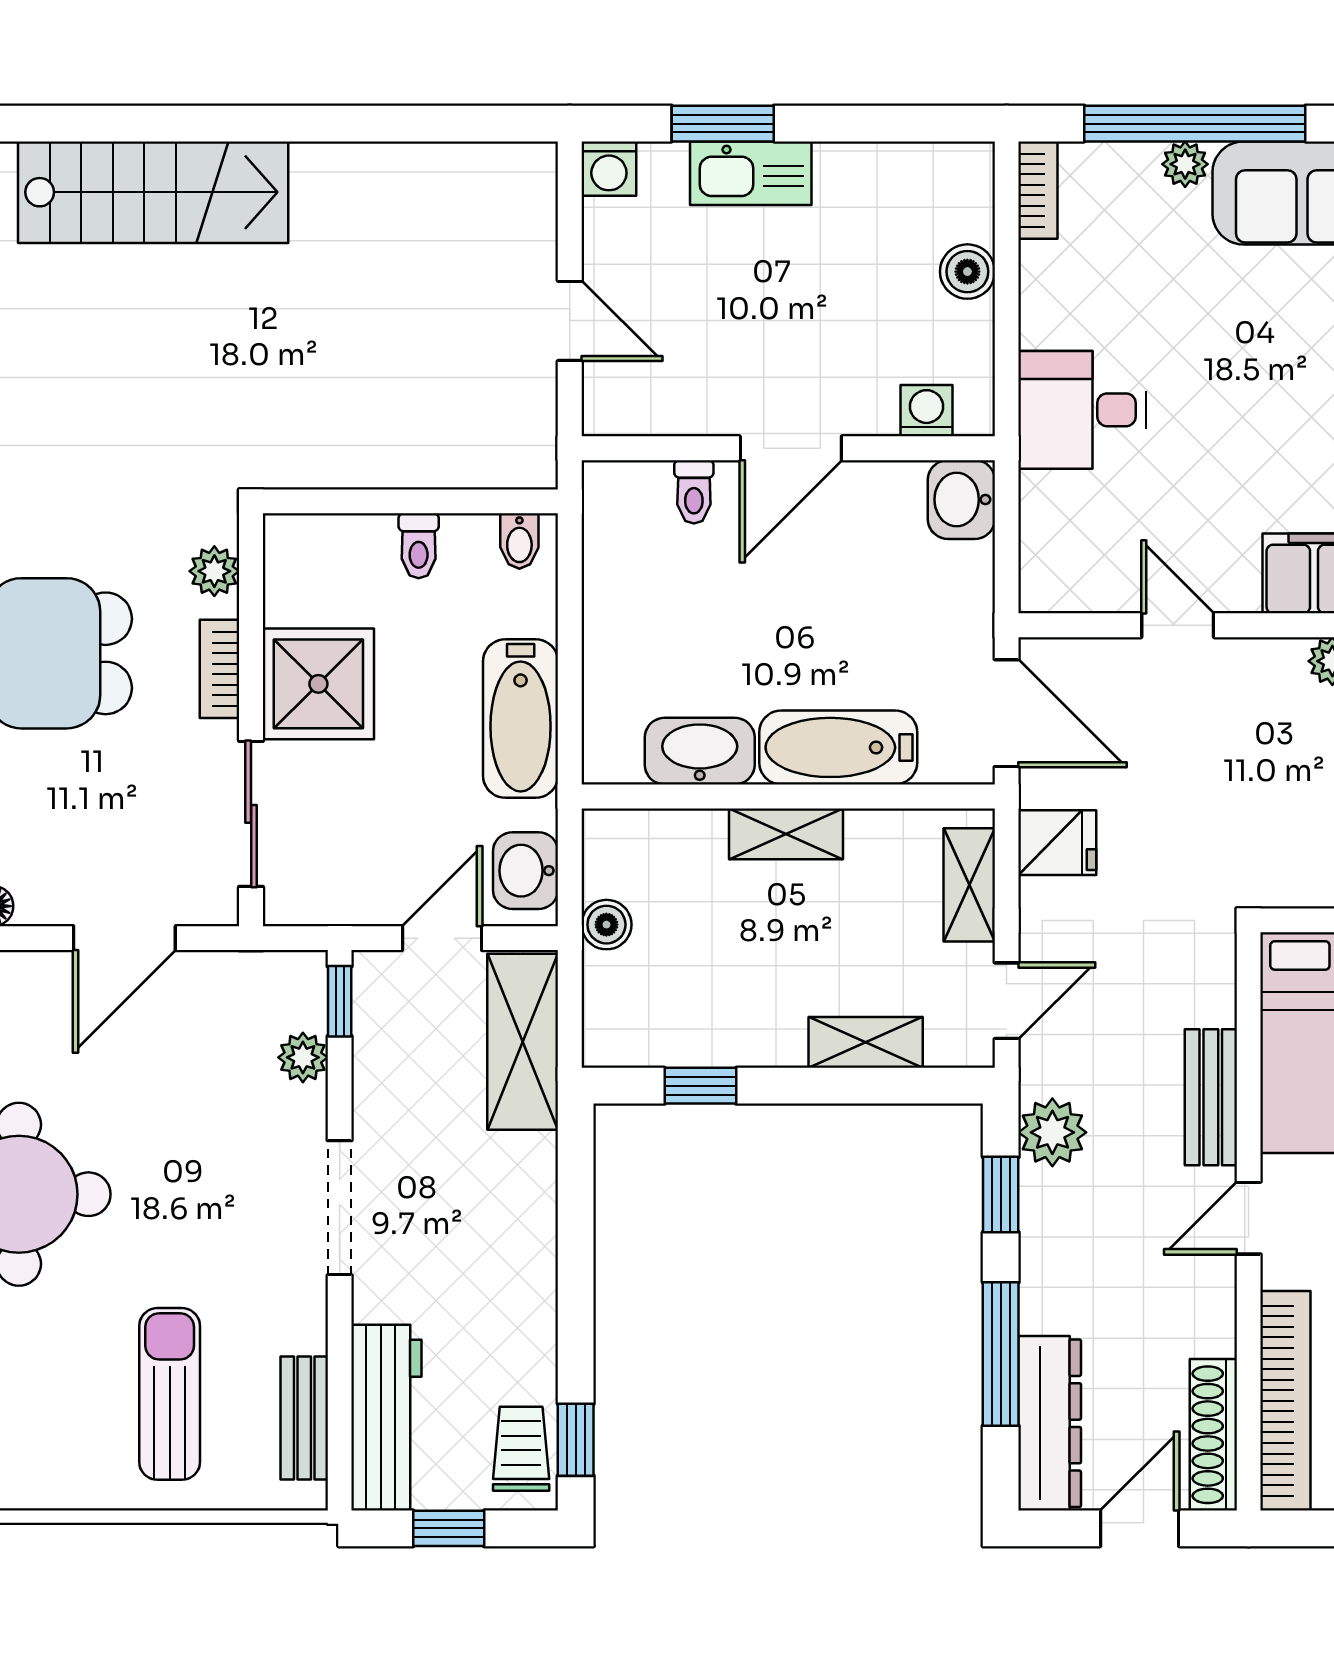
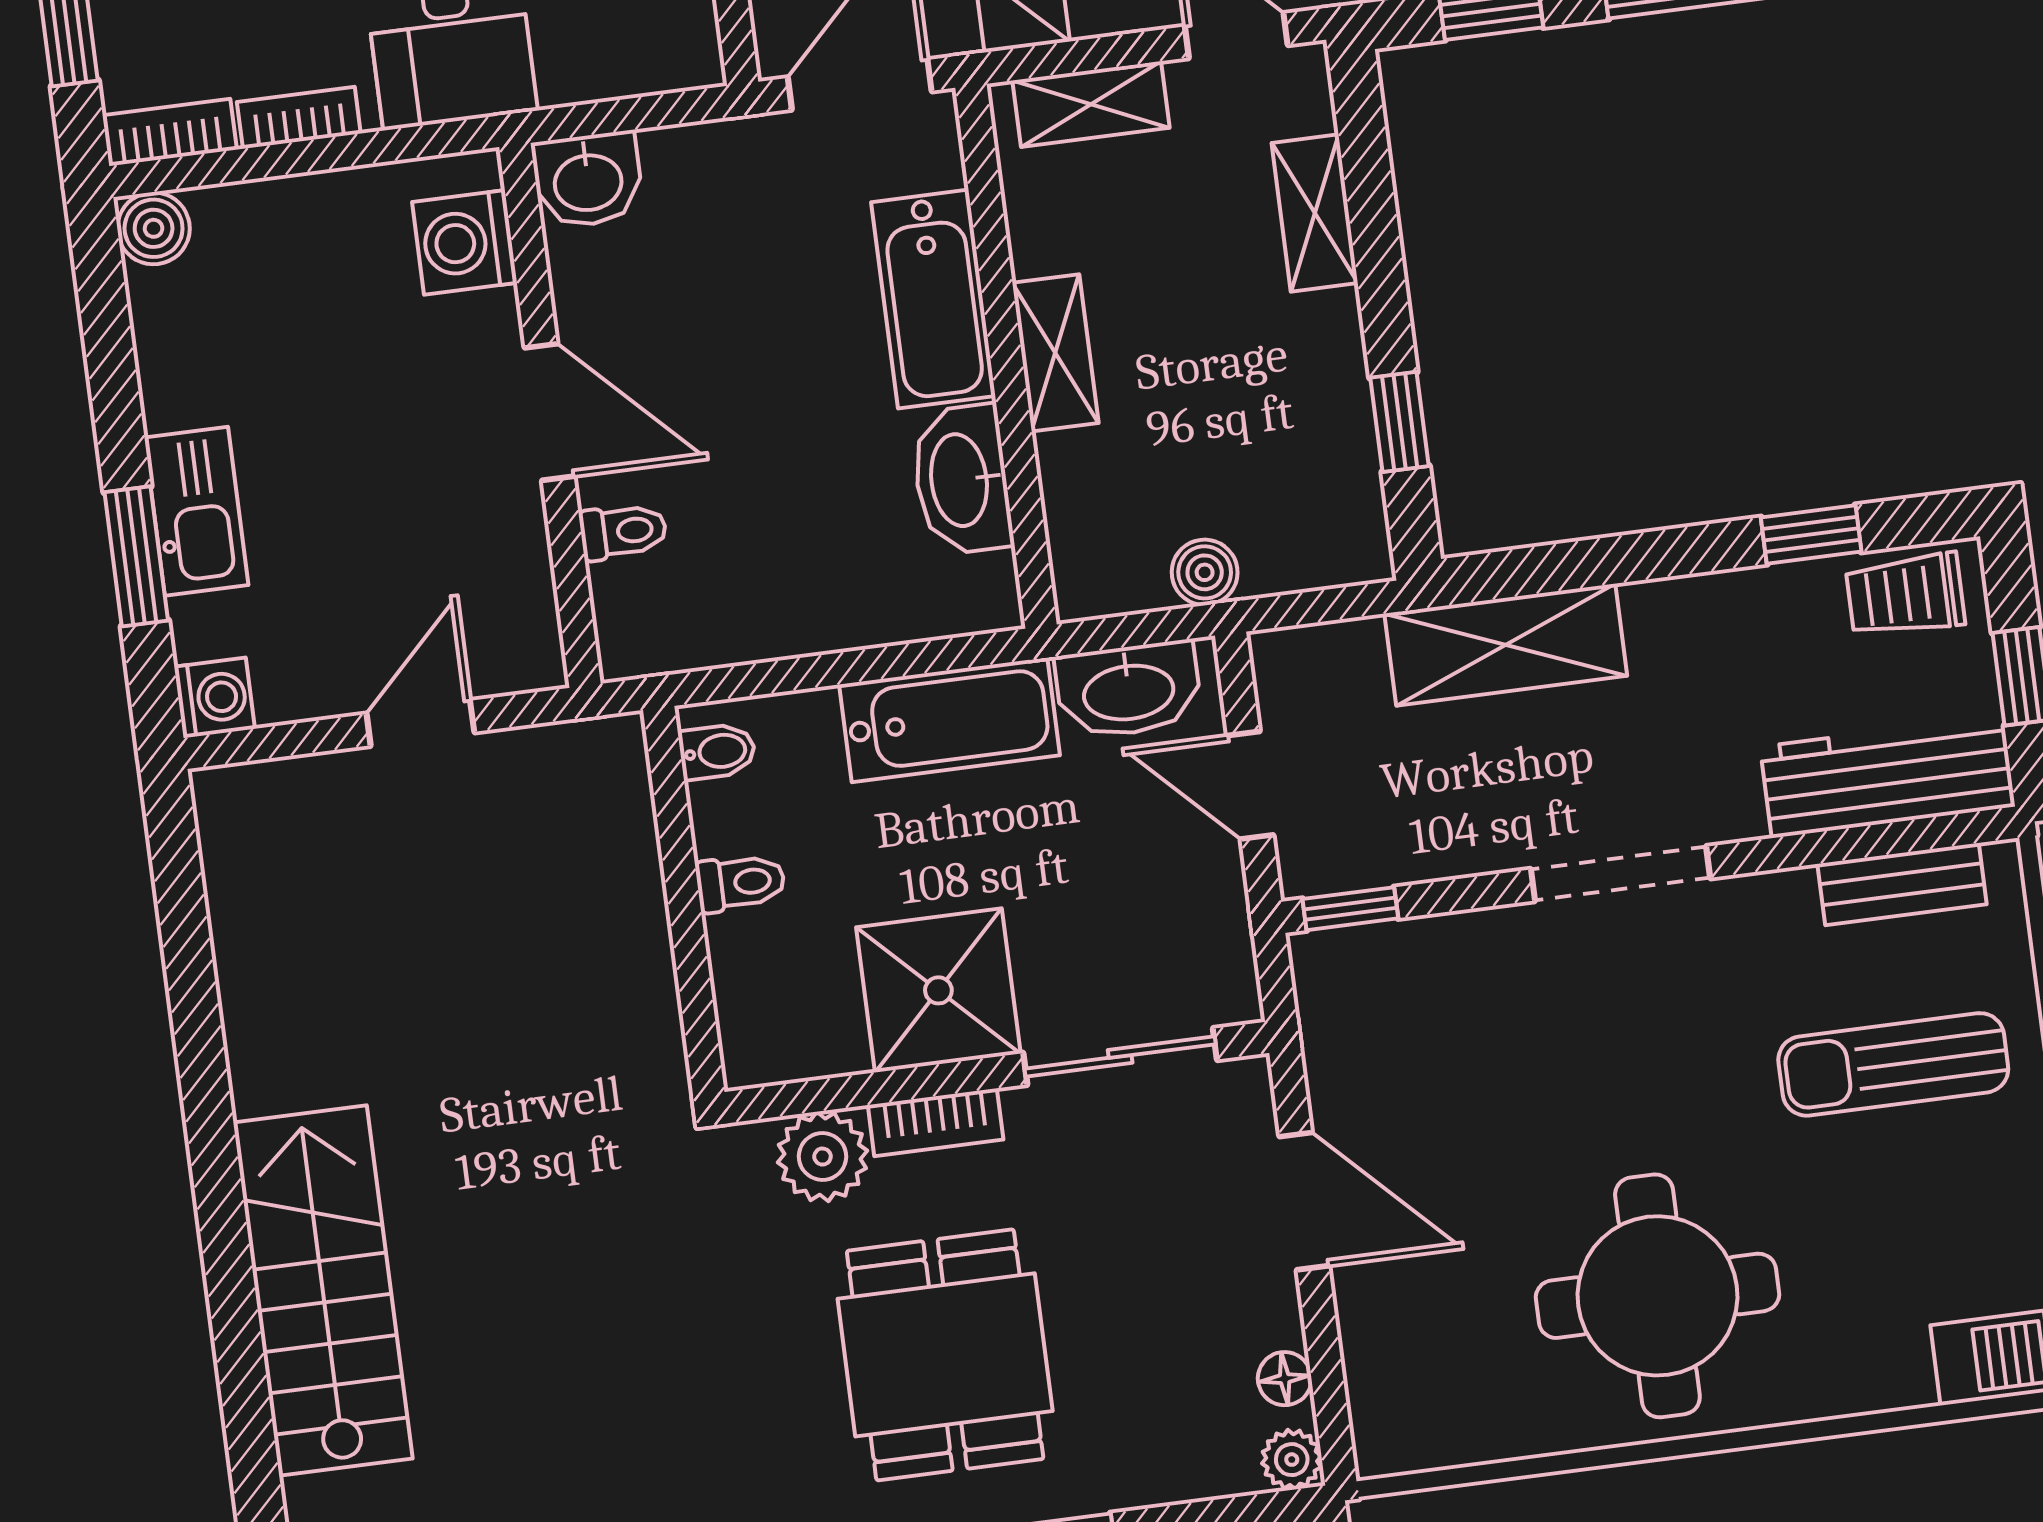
boiler: (967, 272) -> (154, 228), moved
bookcase: (1036, 289) -> (299, 118), added
washing machine: (926, 411) -> (465, 242), width x1.38, depth x1.38
plant: (214, 571) -> (822, 1157), width x1.38, depth x1.38
washbasin: (526, 871) -> (1128, 690), width x1.38
shelving: (523, 1042) -> (1506, 645), moved
plant: (303, 1057) -> (1430, 947), removed
window: (576, 1440) -> (1811, 535), moved

